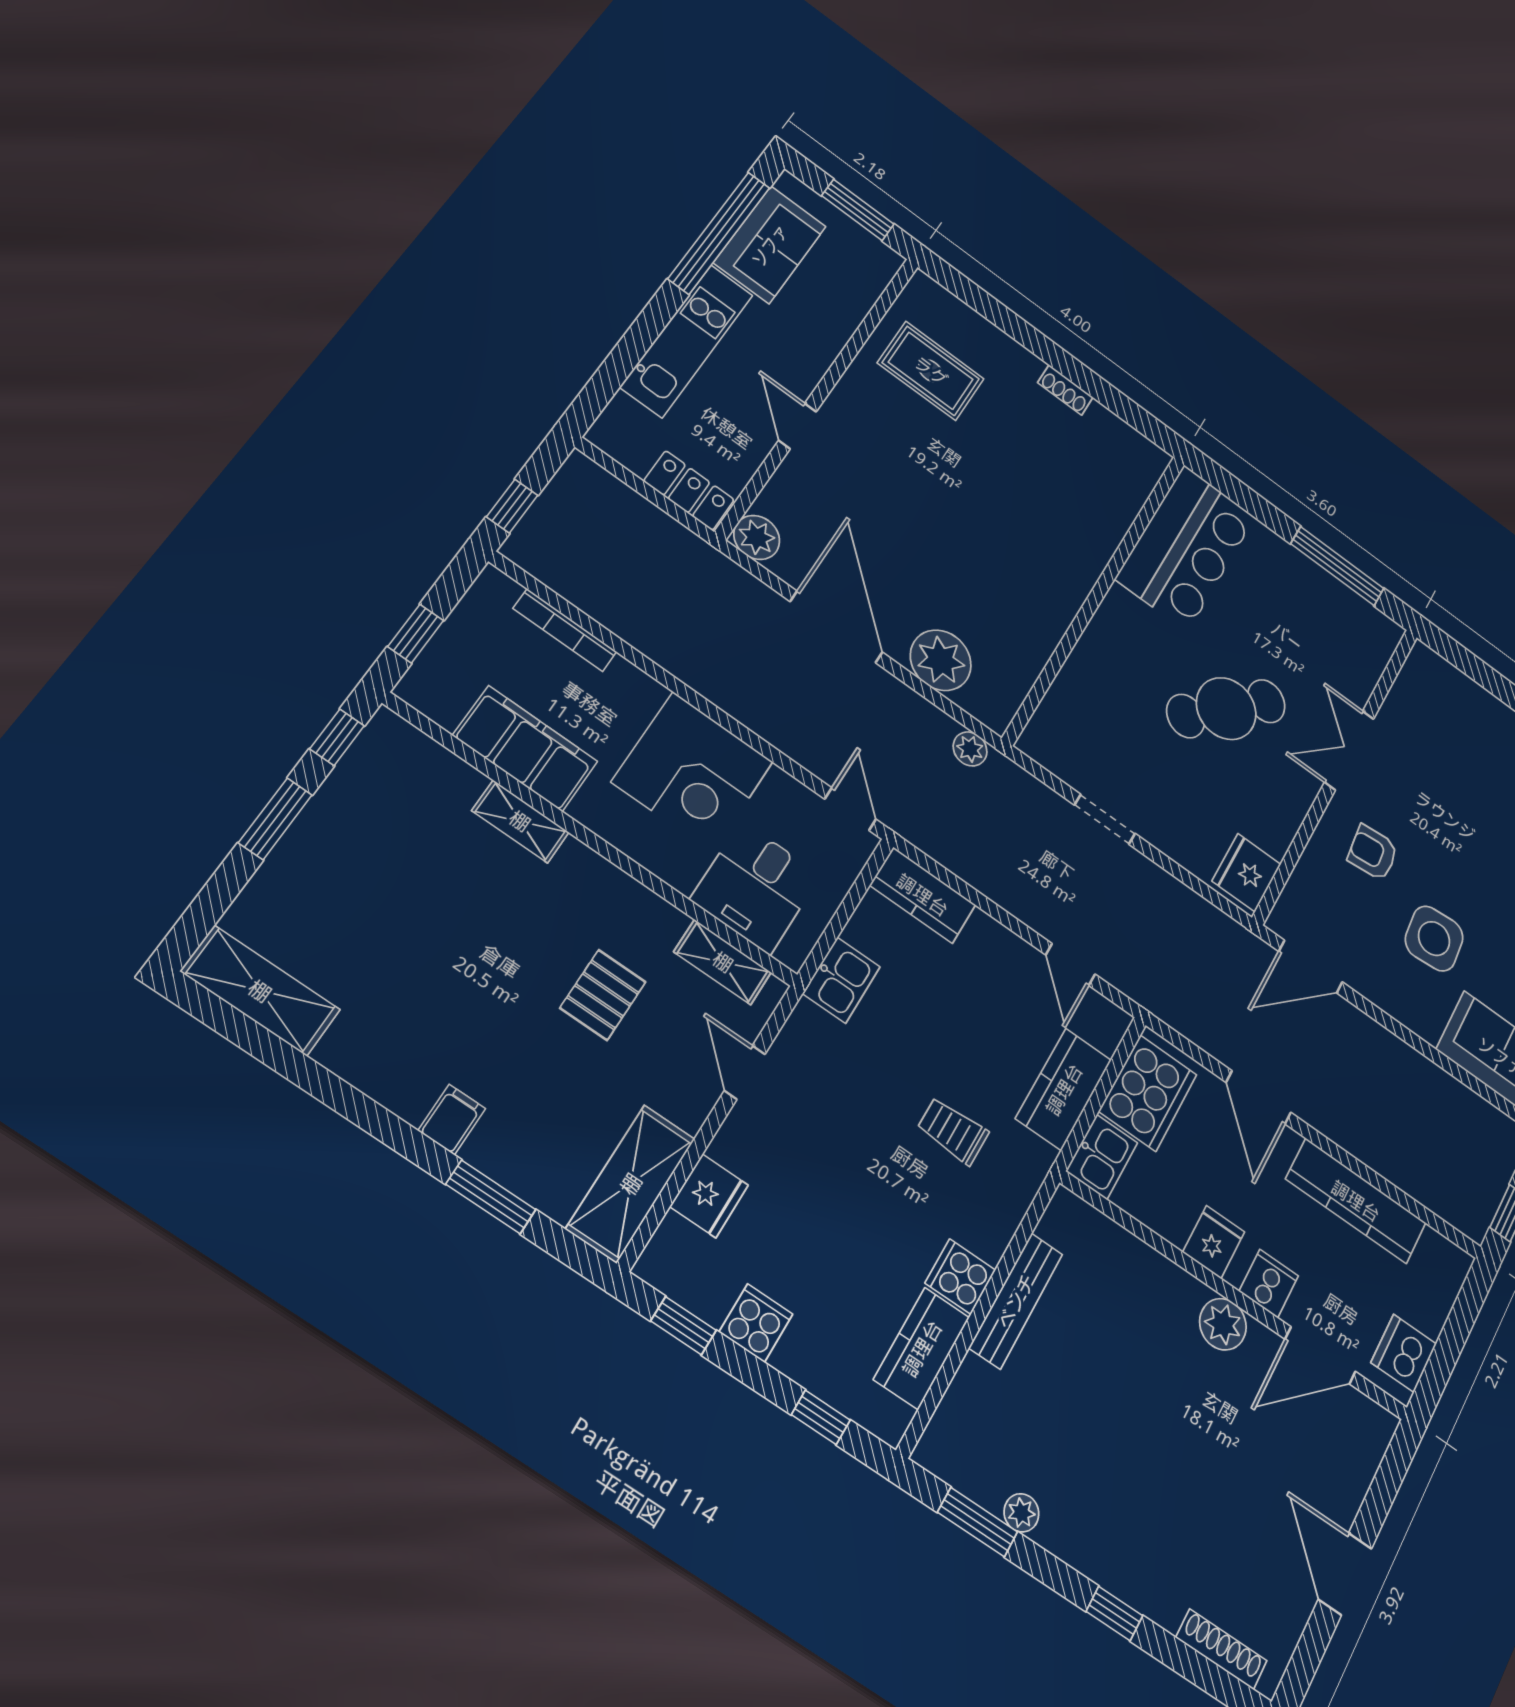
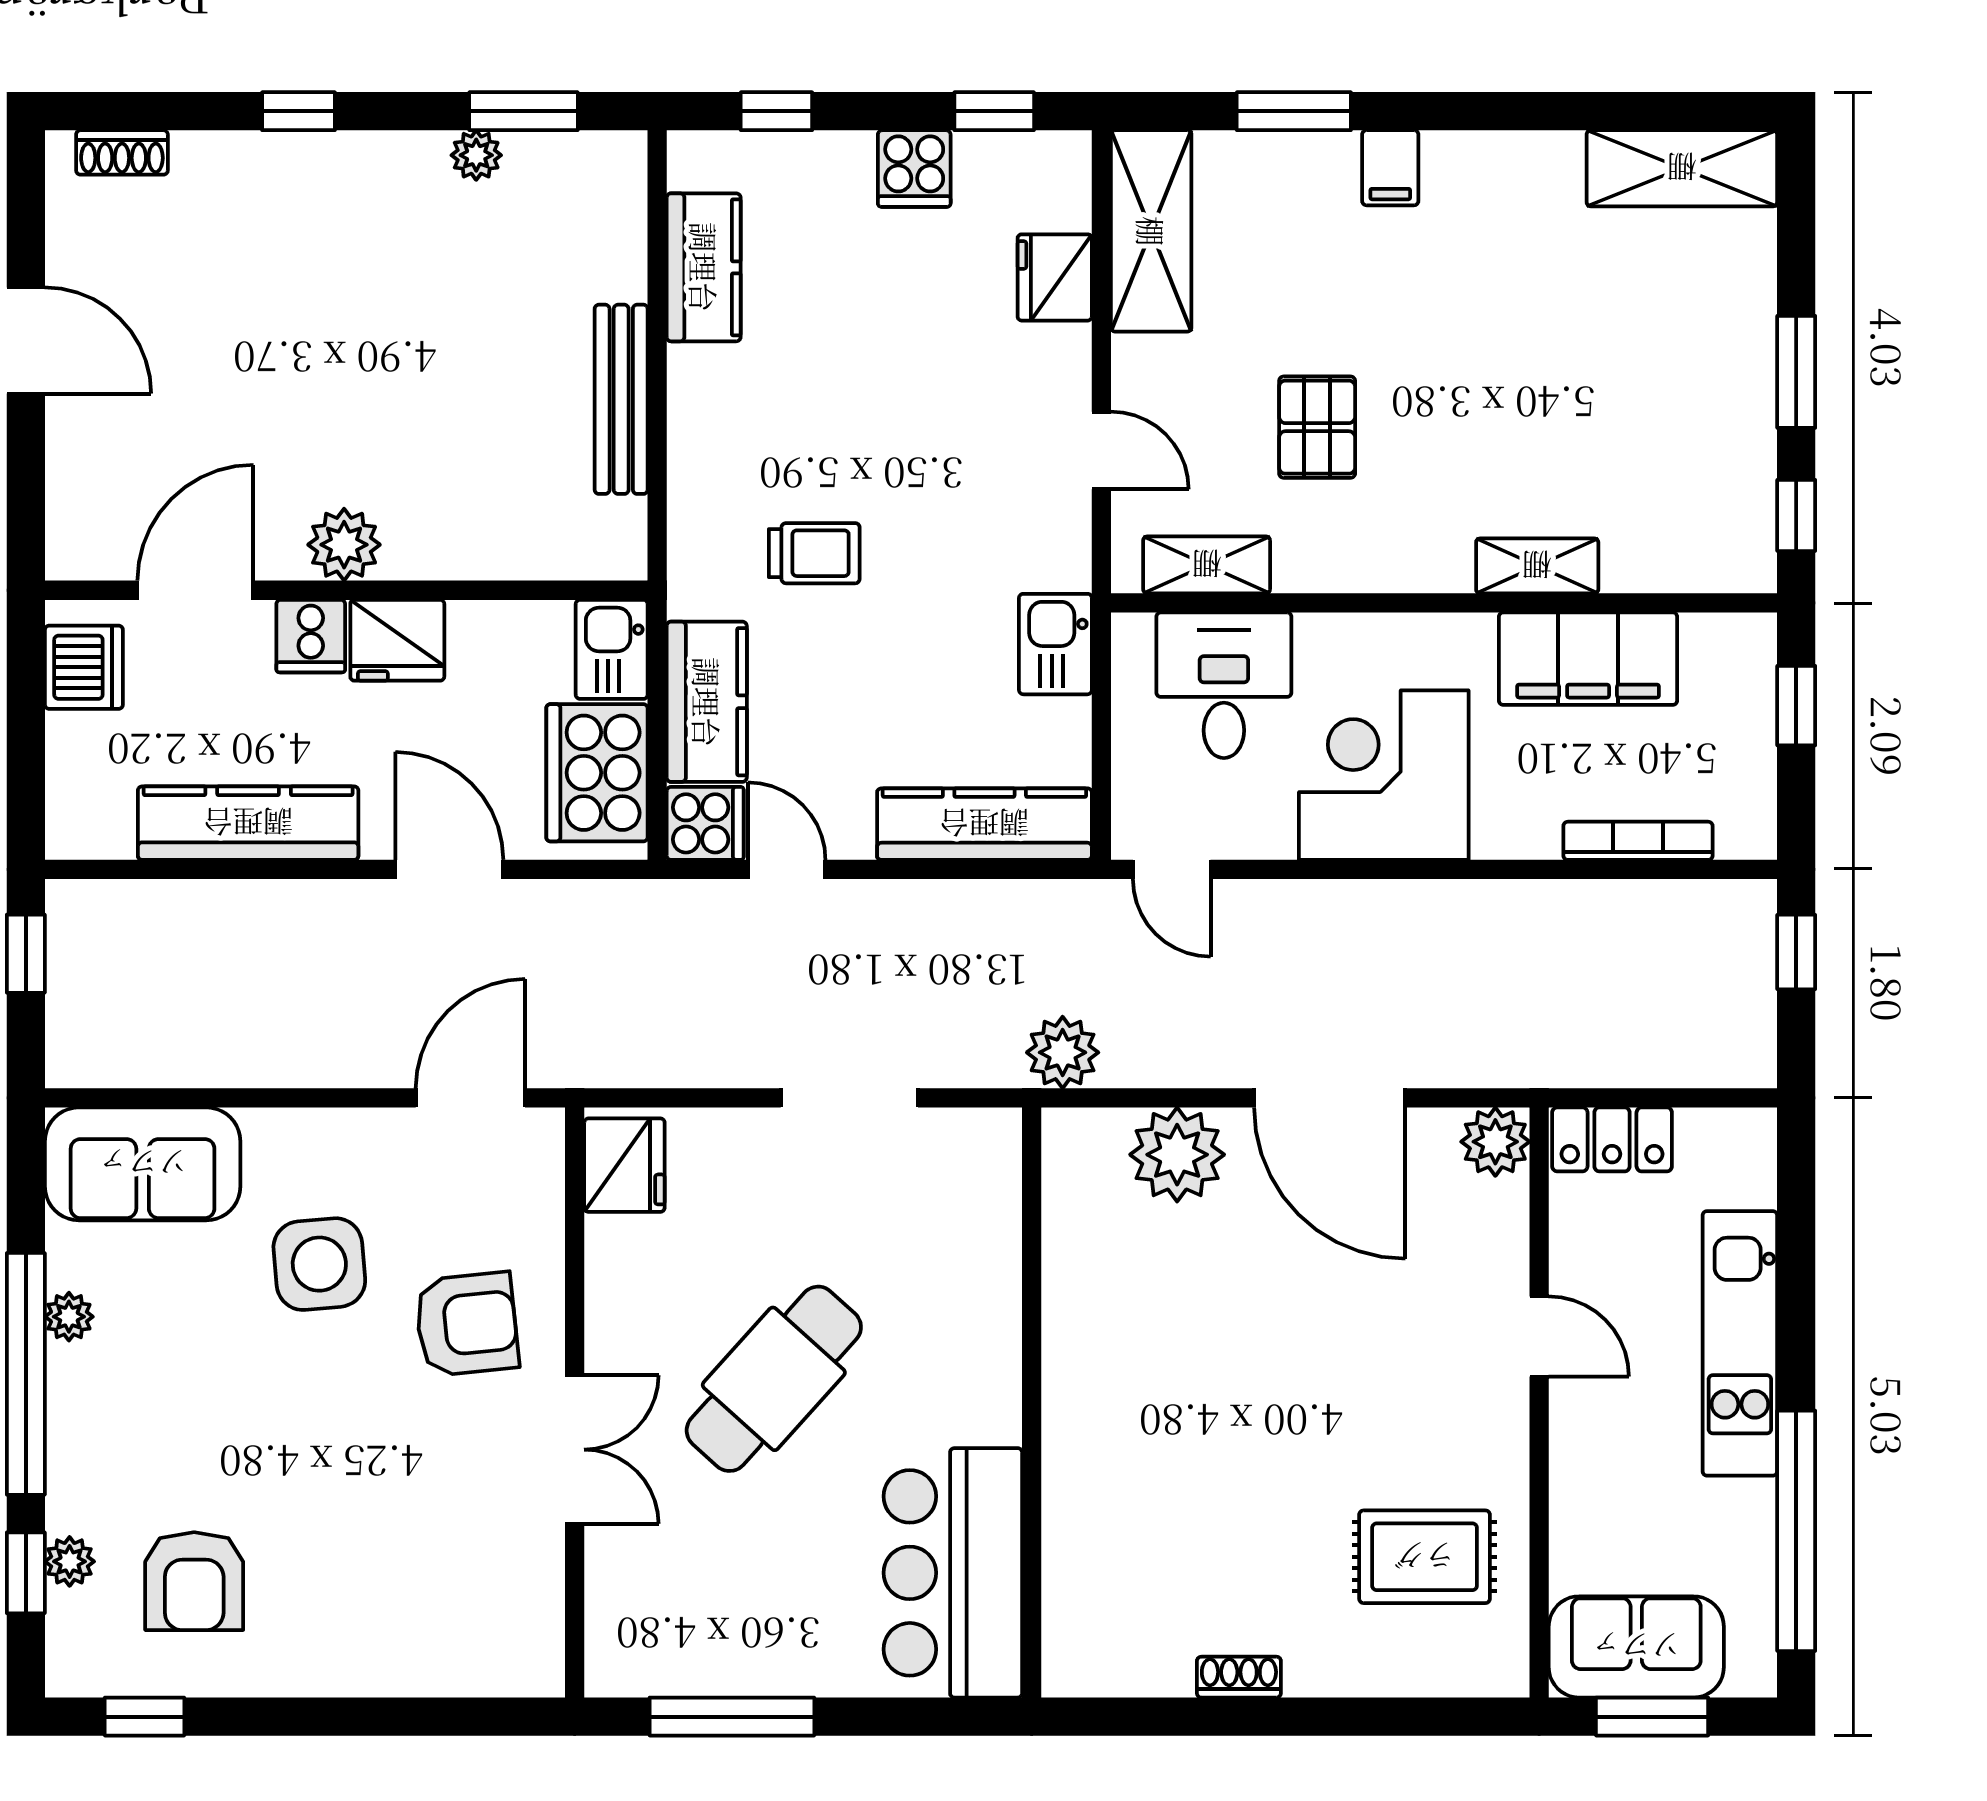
sofa: (770, 245) -> (1636, 1647), moved, turned 90
plant: (970, 749) -> (1063, 1052), width x1.38, depth x1.38
doorway: (1105, 819) -> (849, 1098), width x1.38
armchair: (1373, 853) -> (467, 1324), width x1.38, depth x1.38
kitchen counter: (923, 895) -> (984, 824), width x1.50
fridge: (1214, 1242) -> (397, 640), width x1.38
cooker: (960, 1277) -> (705, 823), moved
shoe rack: (1221, 1649) -> (122, 152), width x0.70

